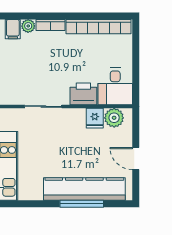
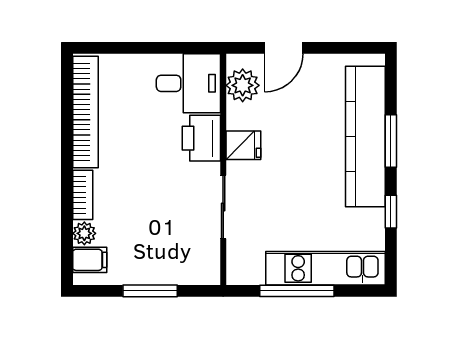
fridge: (95, 118) -> (243, 145), moved
door: (136, 159) -> (284, 48), moved
window: (41, 204) -> (391, 212), added
window: (82, 204) -> (391, 141), width x0.69

